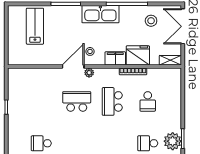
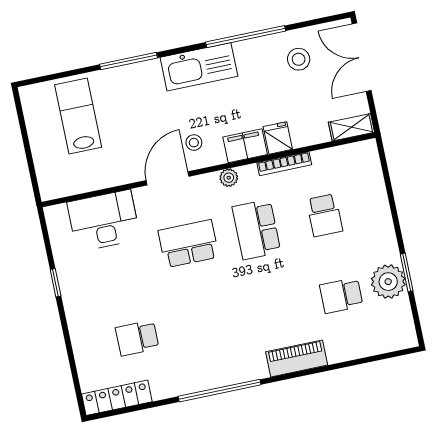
fridge: (138, 55) -> (278, 138), width x0.53, depth x0.75
plant: (89, 73) -> (229, 178), moved
desk: (37, 81) -> (104, 221), added

